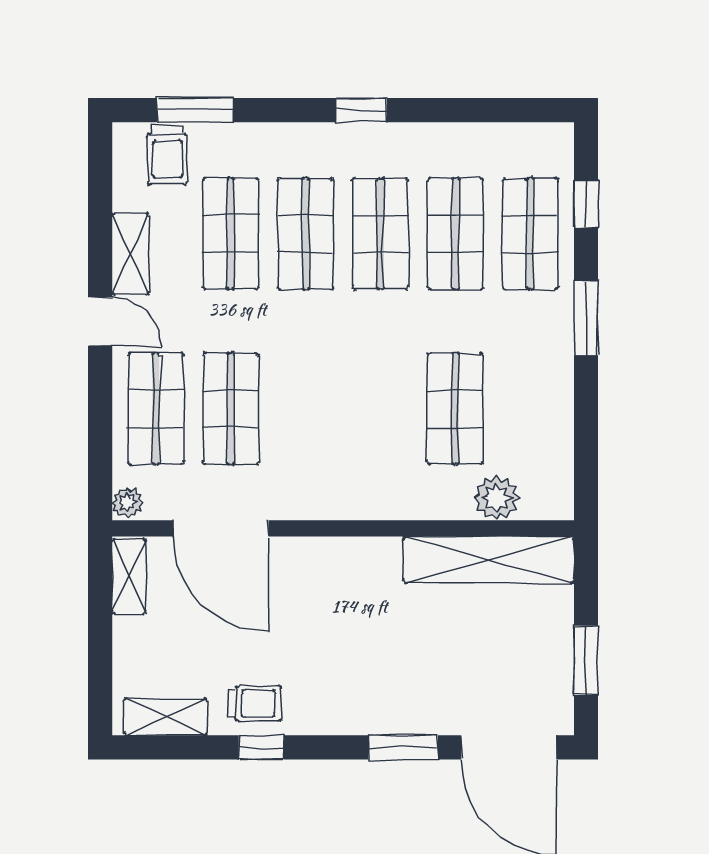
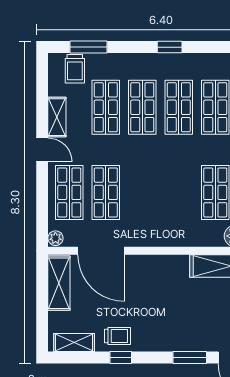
shelving: (129, 576) -> (59, 283), width x1.50, depth x1.33

